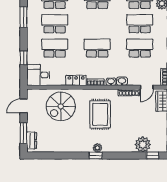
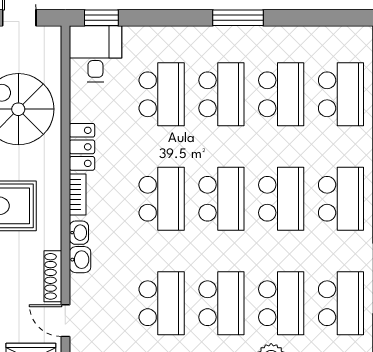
school desk: (97, 24) -> (221, 199), added
window: (24, 58) -> (101, 18), moved

